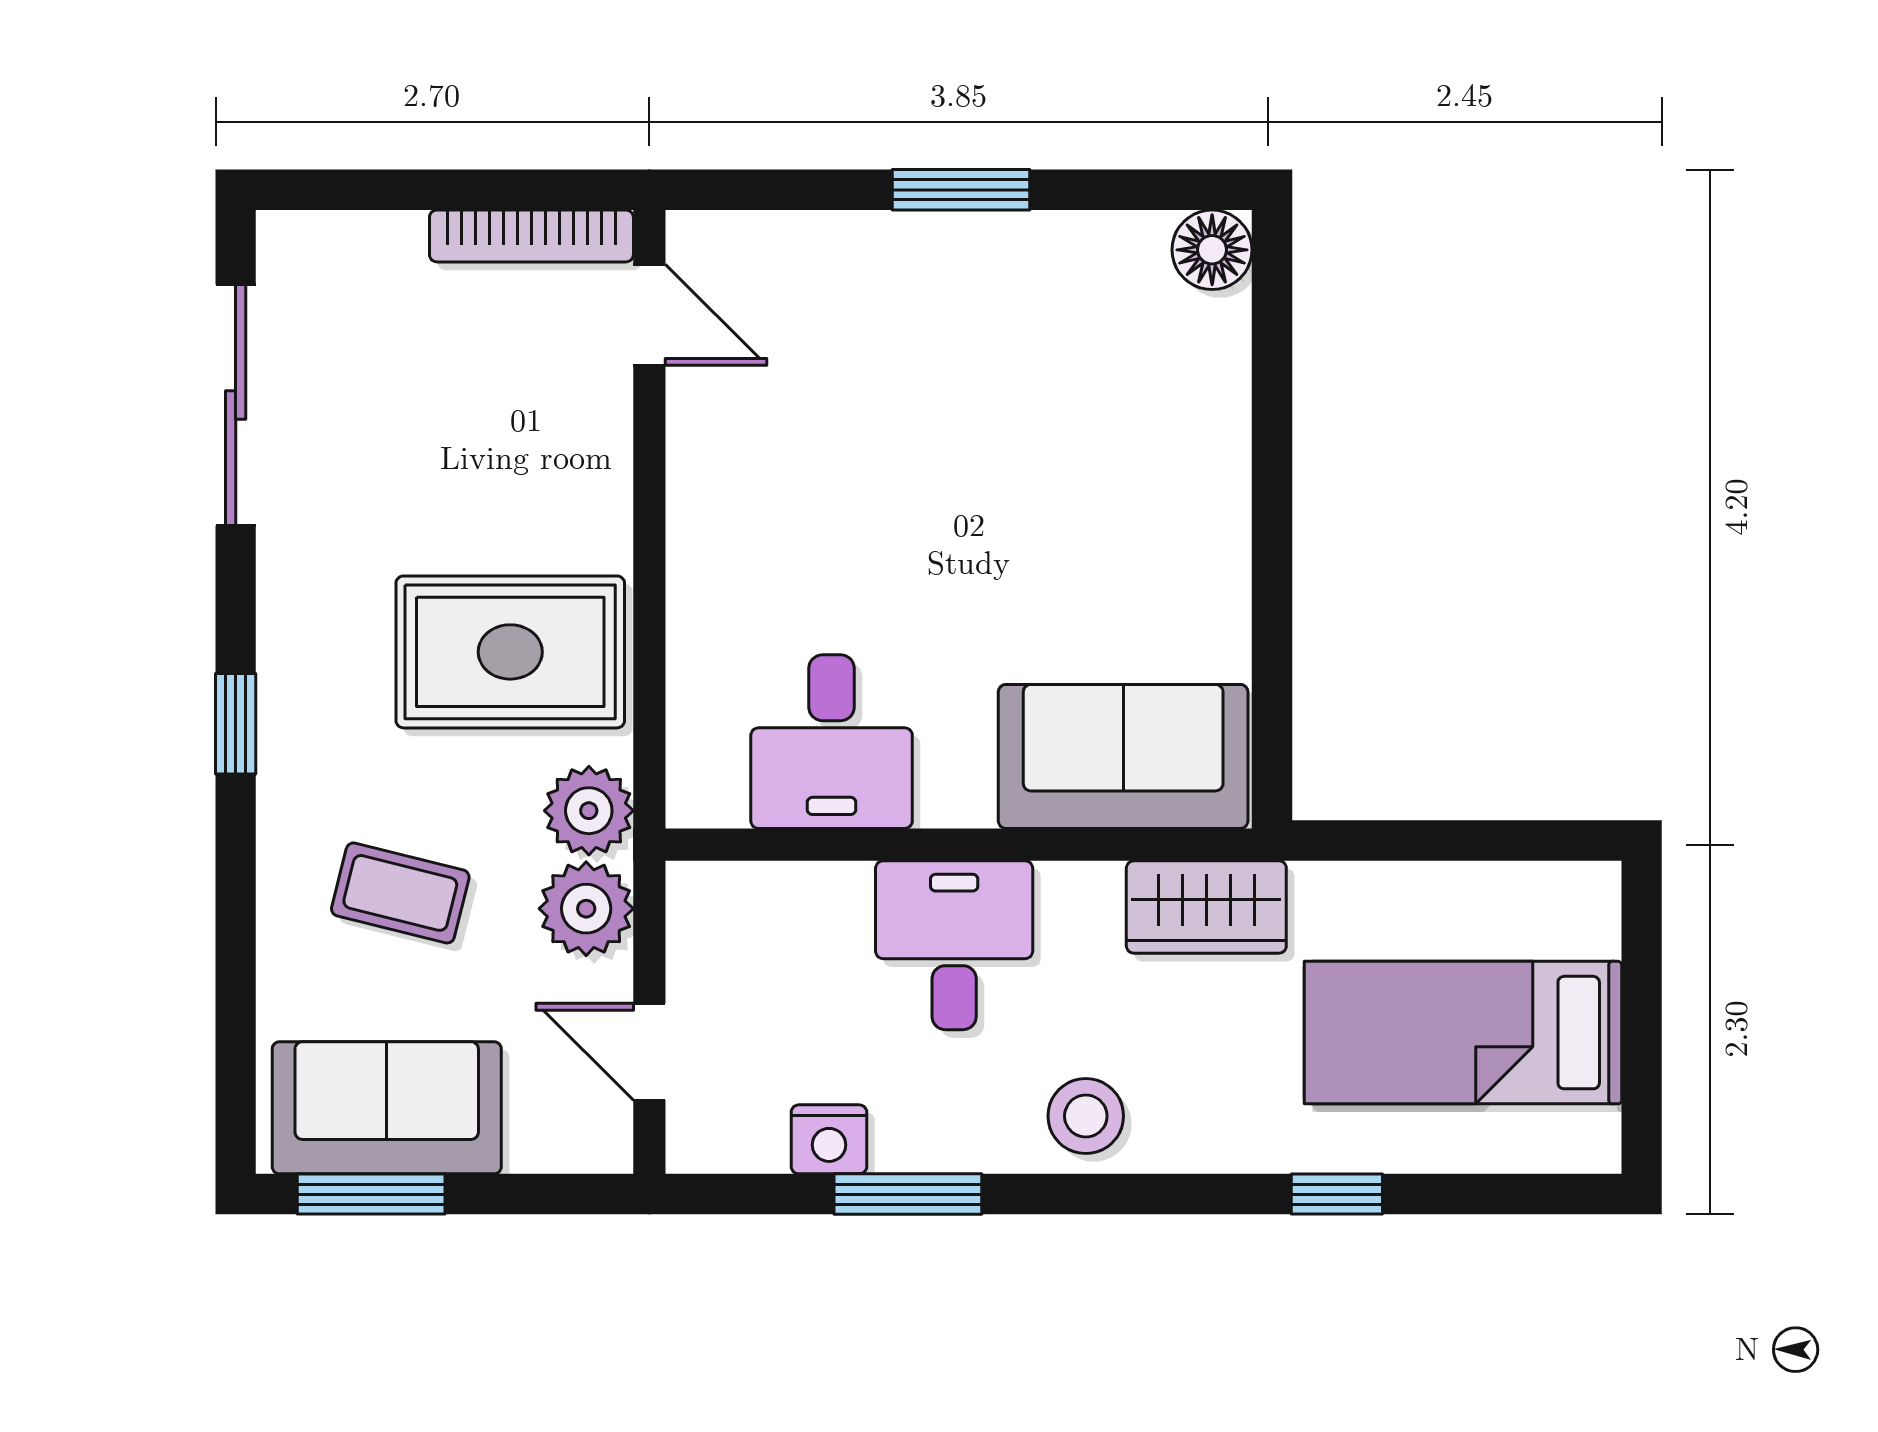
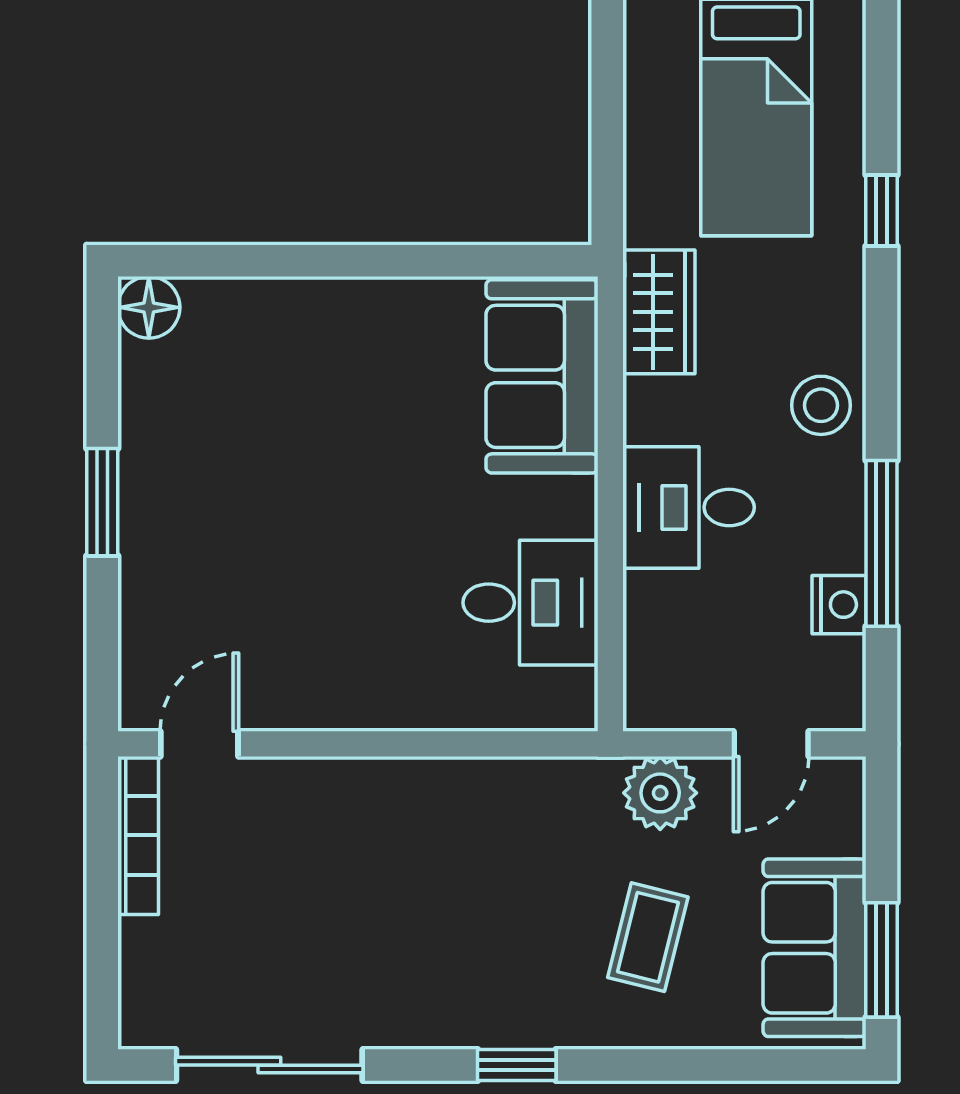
rug: (510, 652) -> (461, 852), removed
plant: (589, 811) -> (584, 791), removed
window: (908, 1194) -> (882, 543), width x1.44

